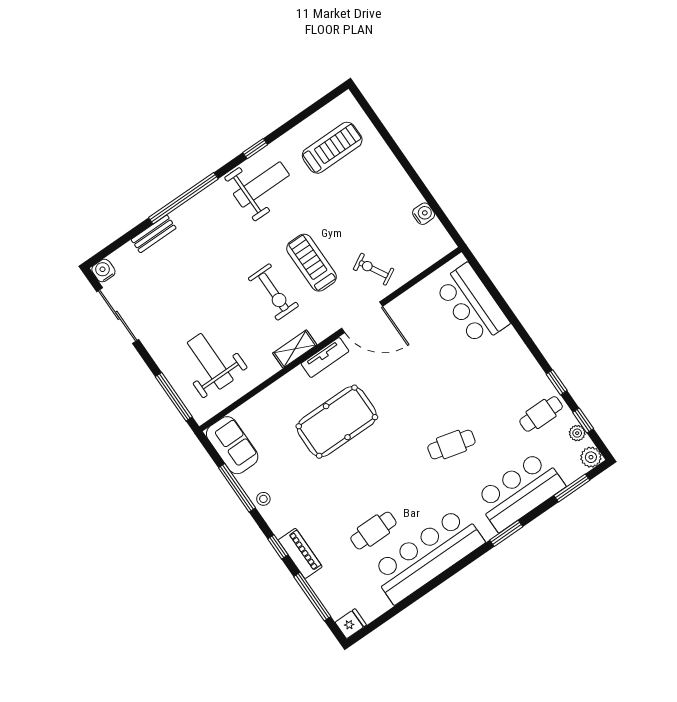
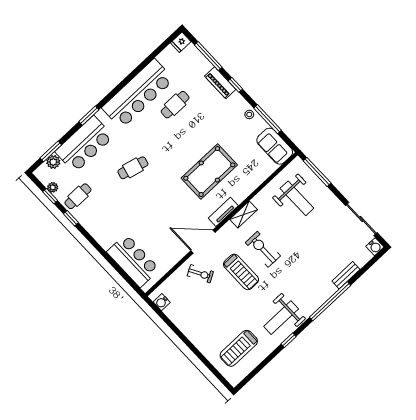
water cooler: (424, 214) -> (162, 302), moved
plant: (591, 457) -> (53, 162), moved

